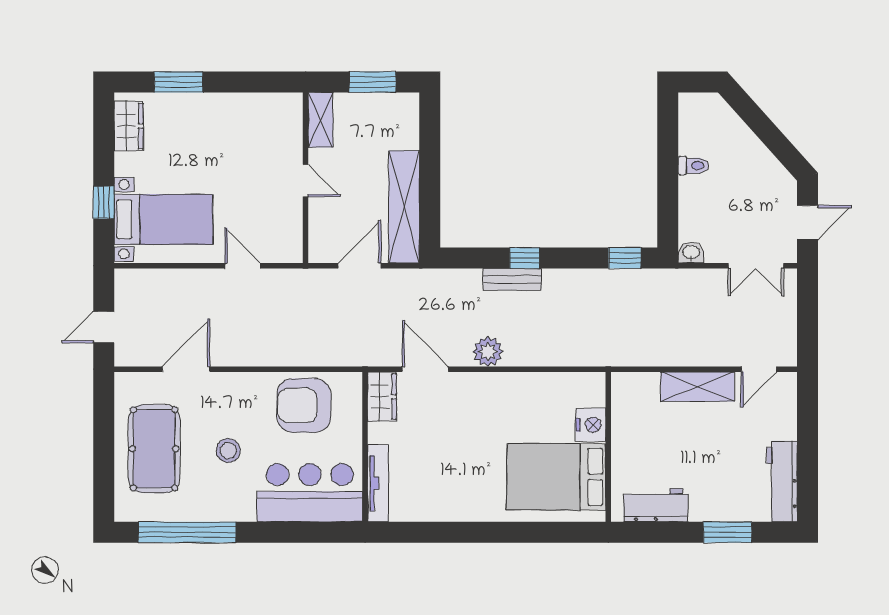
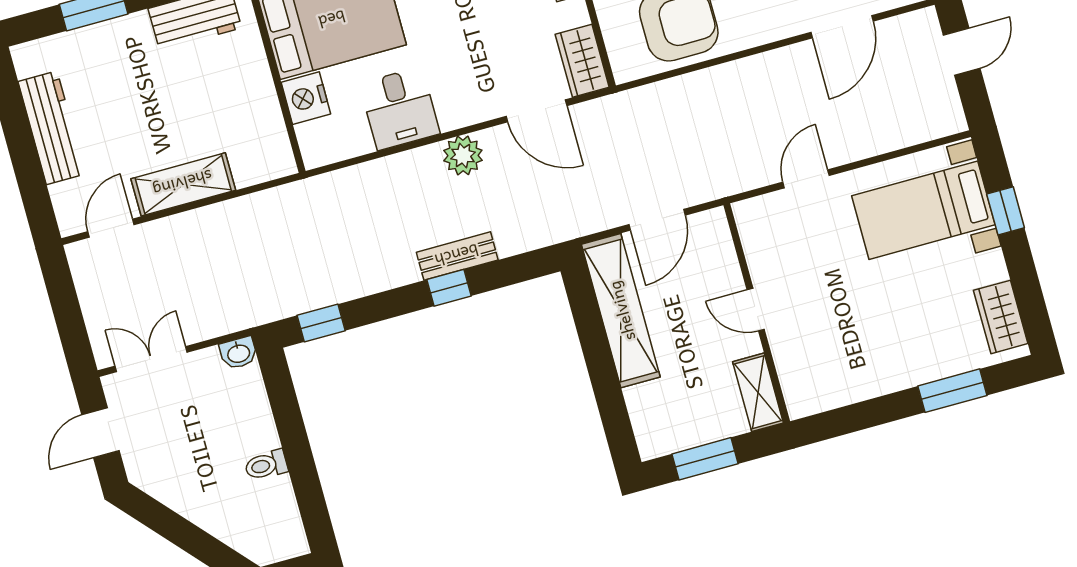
door: (243, 266) -> (806, 179), swing flipped
desk: (525, 398) -> (400, 109), added
workbench: (782, 481) -> (52, 128), moved

